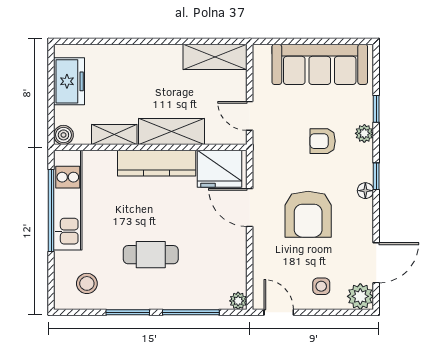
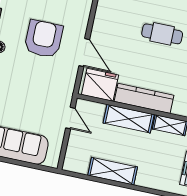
shelving: (215, 57) -> (113, 171), moved
armchair: (323, 141) -> (22, 89), removed

